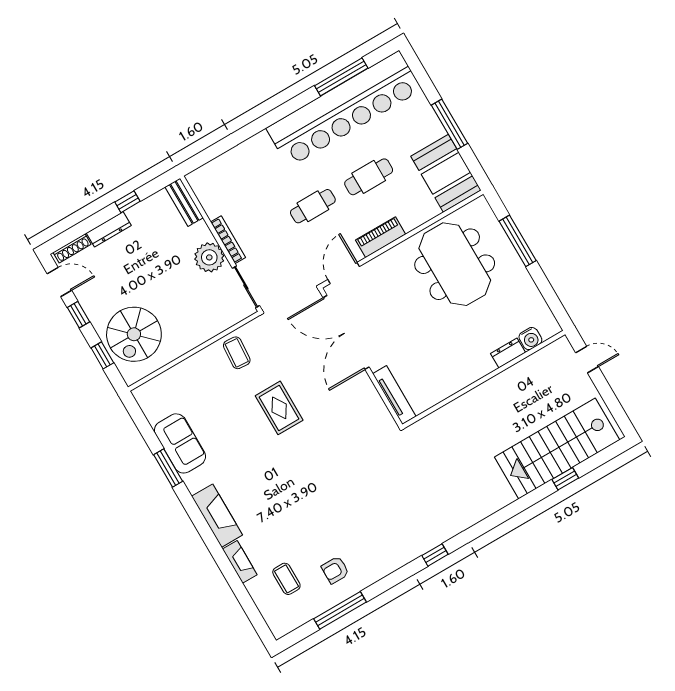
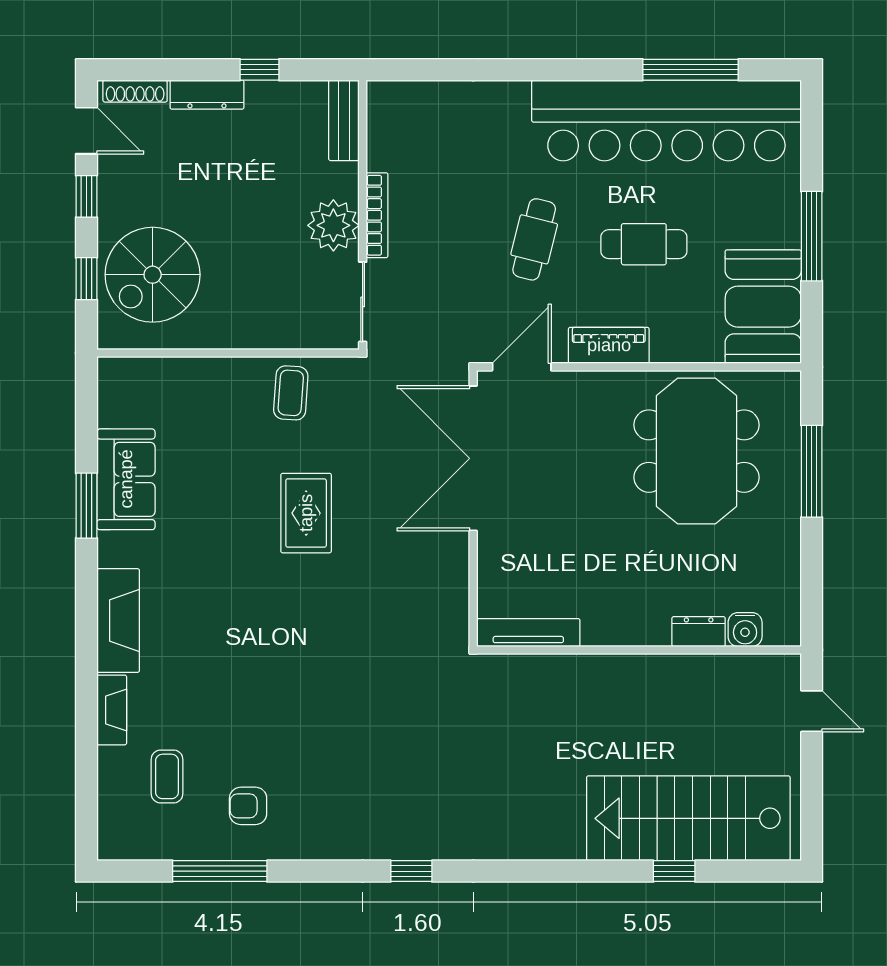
cafe table: (313, 206) -> (534, 239), turned -76
tv unit: (394, 395) -> (528, 633), moved, turned -90

